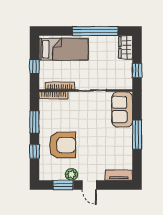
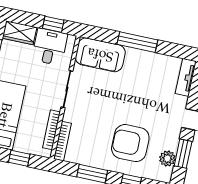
desk: (120, 71) -> (50, 47), added
armchair: (63, 145) -> (130, 143), turned -90
plant: (72, 174) -> (167, 158), moved

